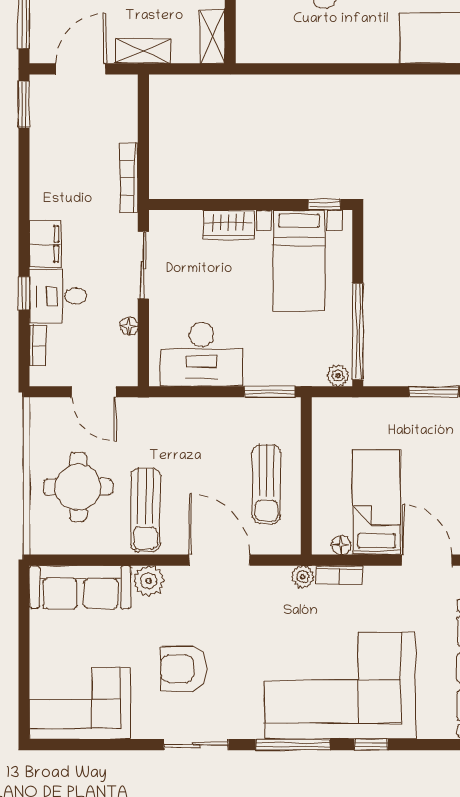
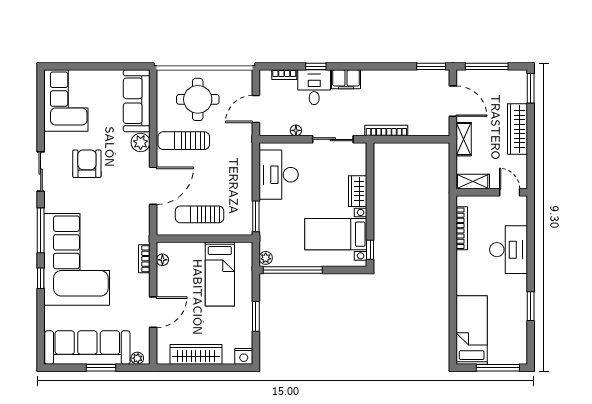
bookcase: (289, 54) -> (462, 228), added
bed: (377, 502) -> (220, 274), moved, turned 90
plant: (303, 577) -> (143, 236), removed

